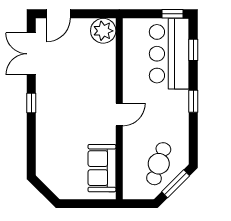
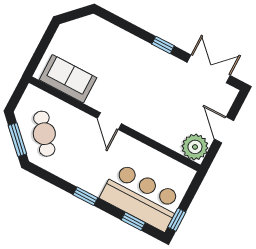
door: (58, 14) -> (224, 130), moved
cafe table: (159, 164) -> (44, 134), turned 34

